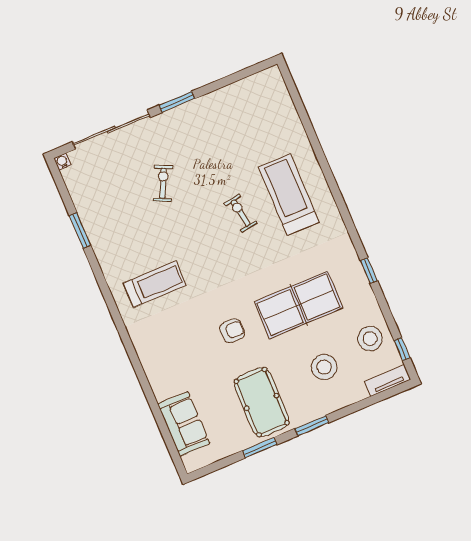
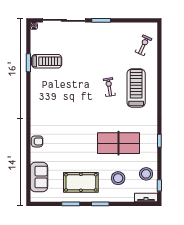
exercise bike: (163, 183) -> (143, 45), moved
treadmill: (155, 284) -> (47, 61), moved
armchair: (232, 331) -> (37, 141), moved
pool table: (262, 402) -> (81, 182), turned 90

